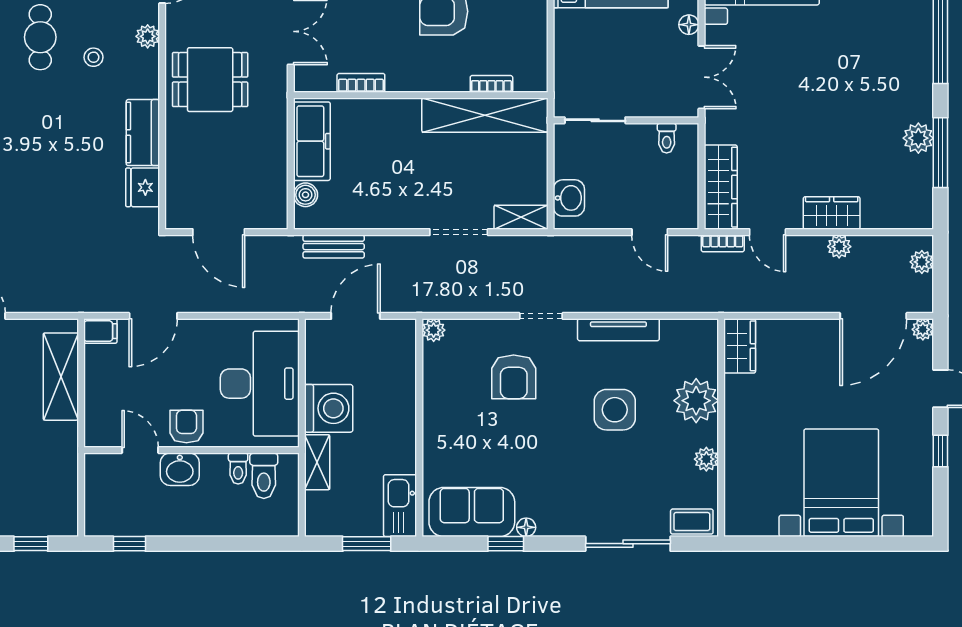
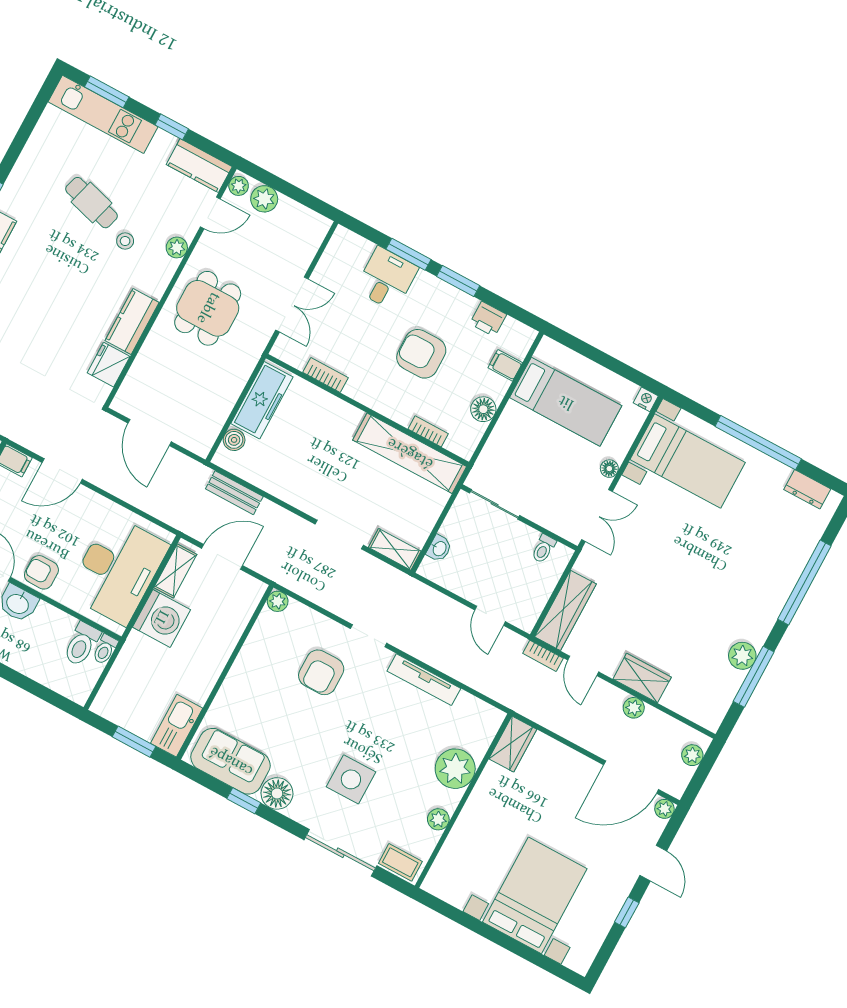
floor lamp: (534, 33) -> (483, 409), added
cafe table: (40, 37) -> (92, 203), turned -74
dining table: (210, 80) -> (208, 308), turned 90
washbasin: (569, 198) -> (439, 548), width x0.72, depth x0.69
side table: (615, 410) -> (351, 779), moved
armchair: (186, 426) -> (41, 572), turned -90
shelving: (317, 462) -> (175, 571), moved
toilet: (238, 468) -> (105, 649), moved
floor lamp: (526, 527) -> (277, 793), width x1.89, depth x1.89

